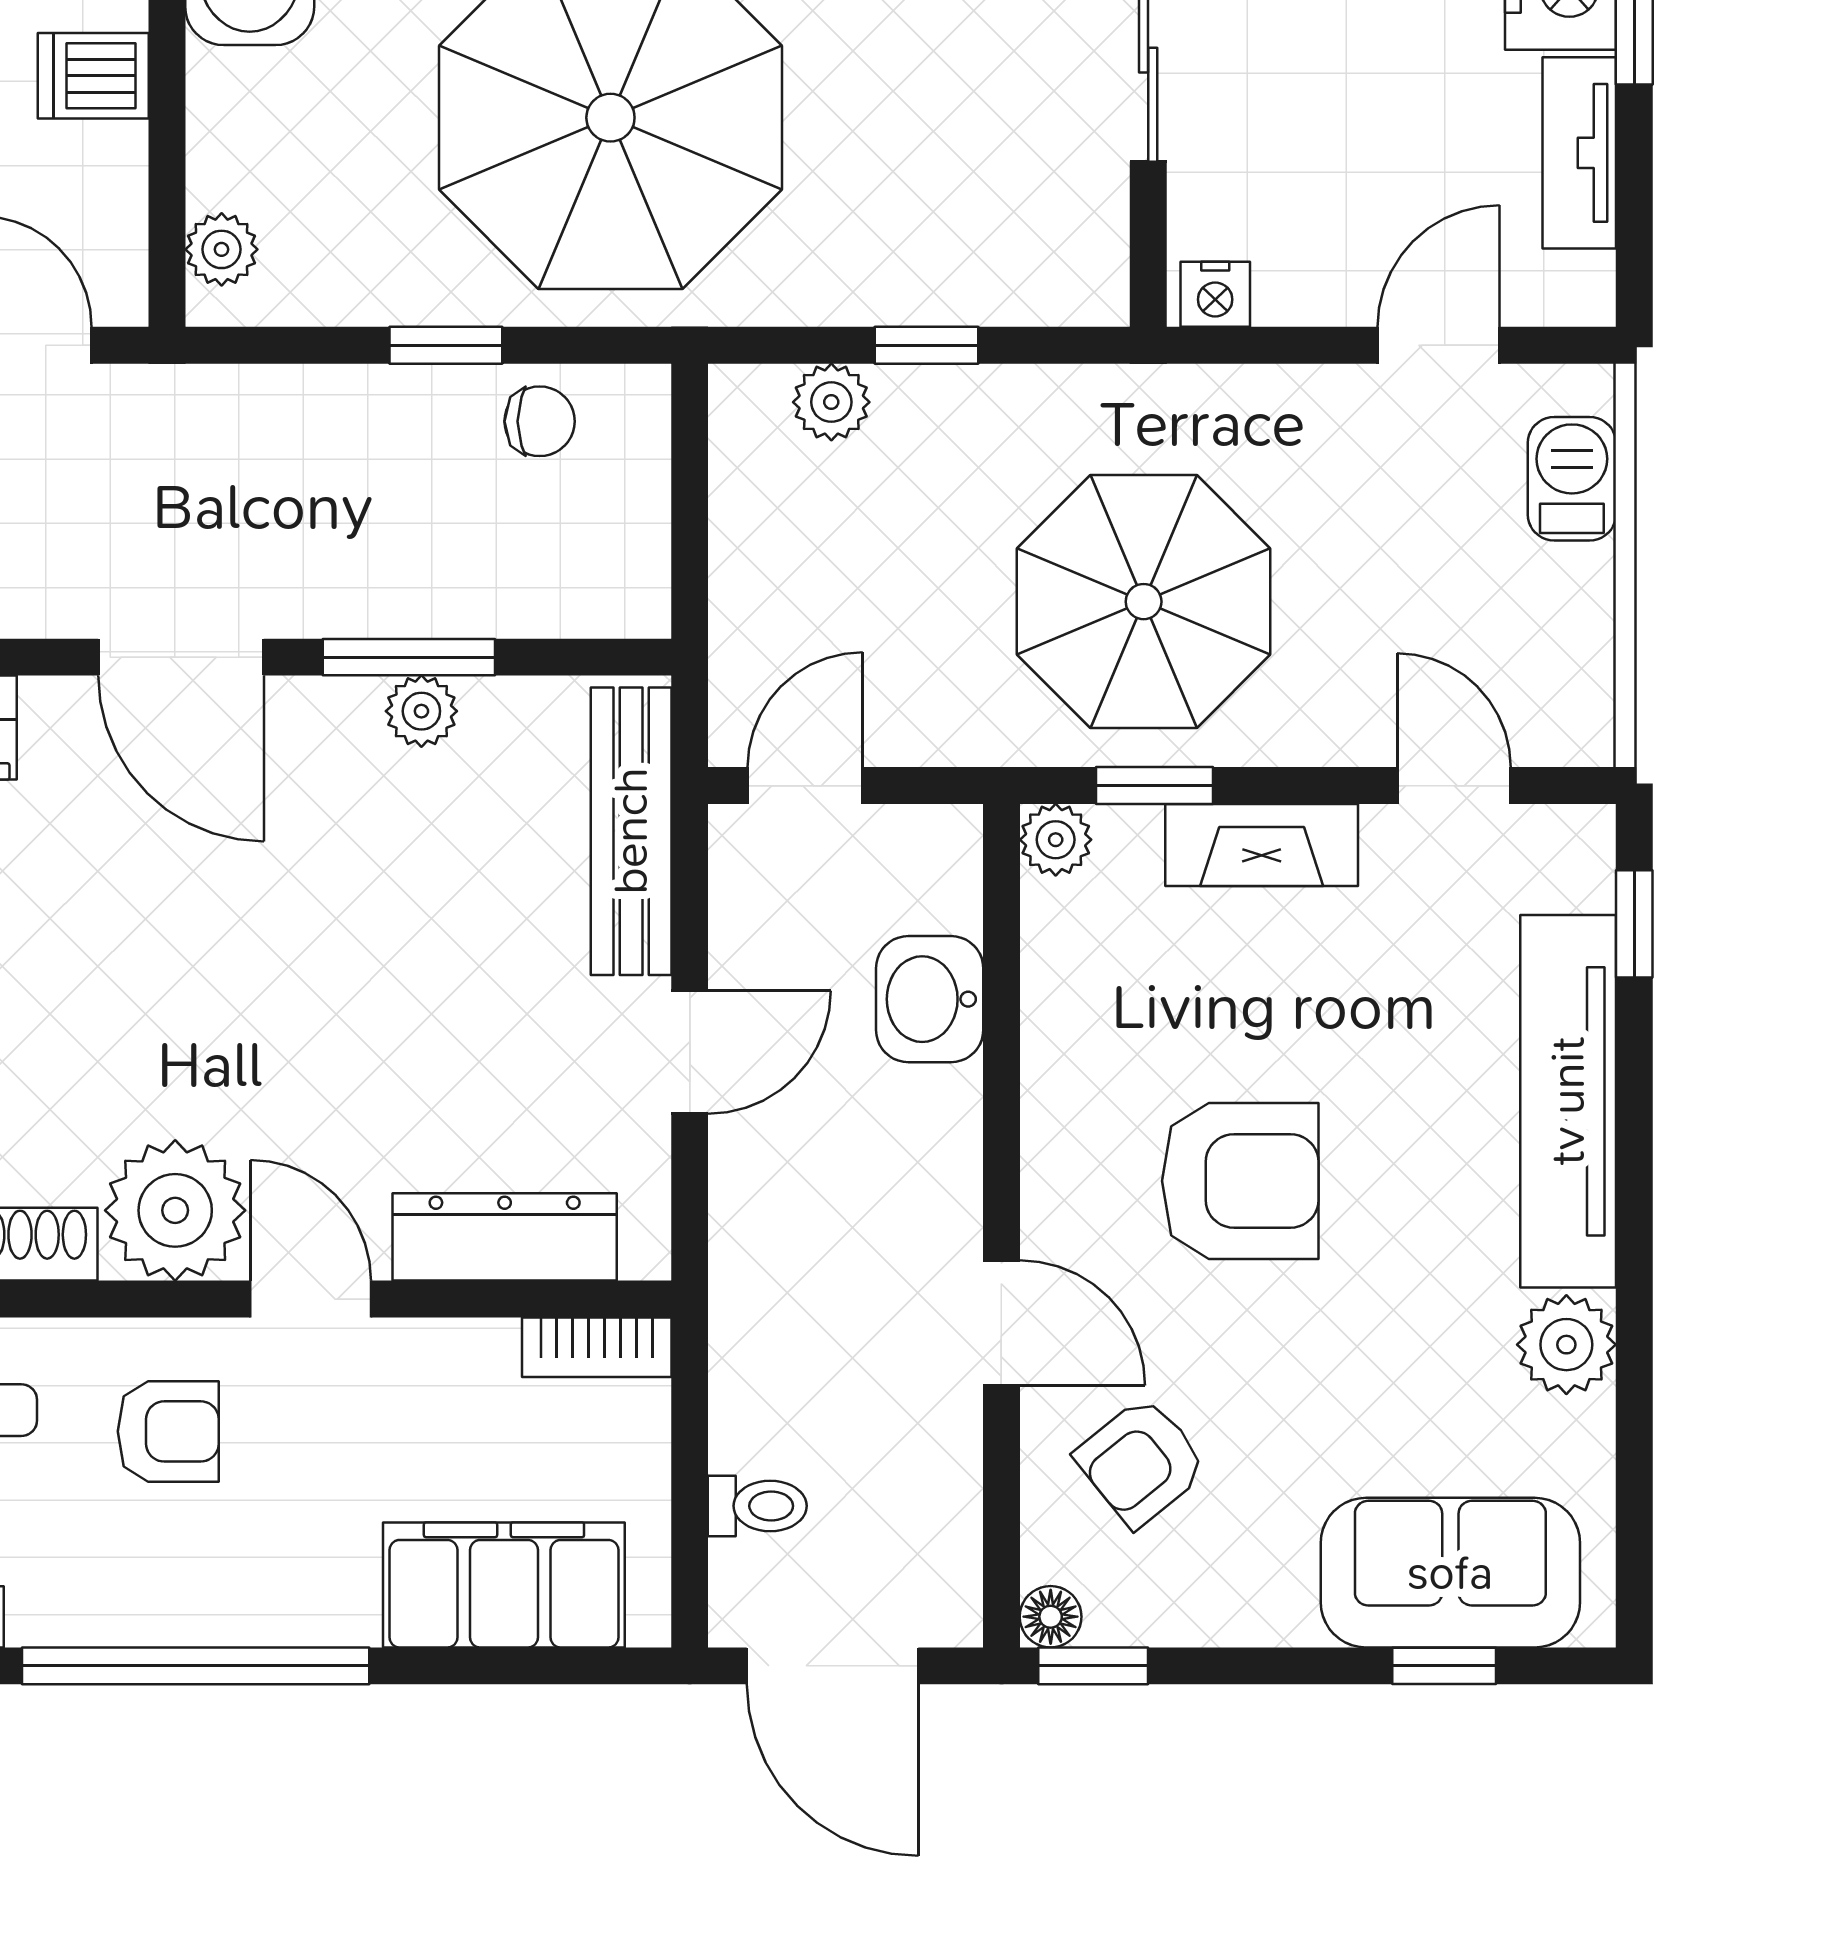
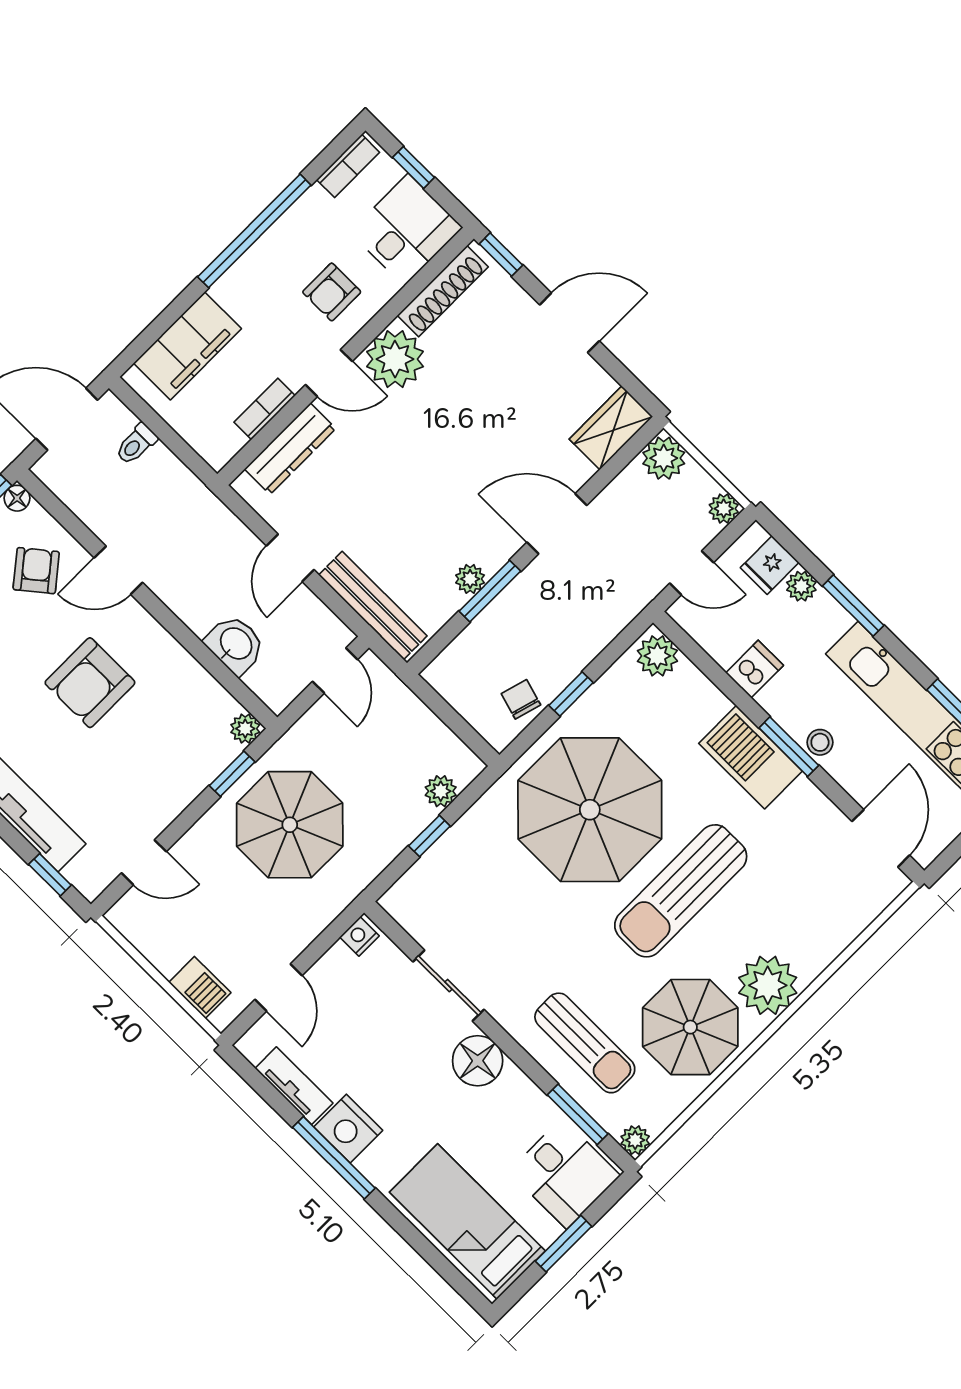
plant: (222, 249) -> (657, 656), width x1.38, depth x1.38
chair: (540, 421) -> (521, 699), turned 106
fireplace: (1262, 845) -> (183, 788), removed
bookcase: (597, 1347) -> (265, 409), moved

